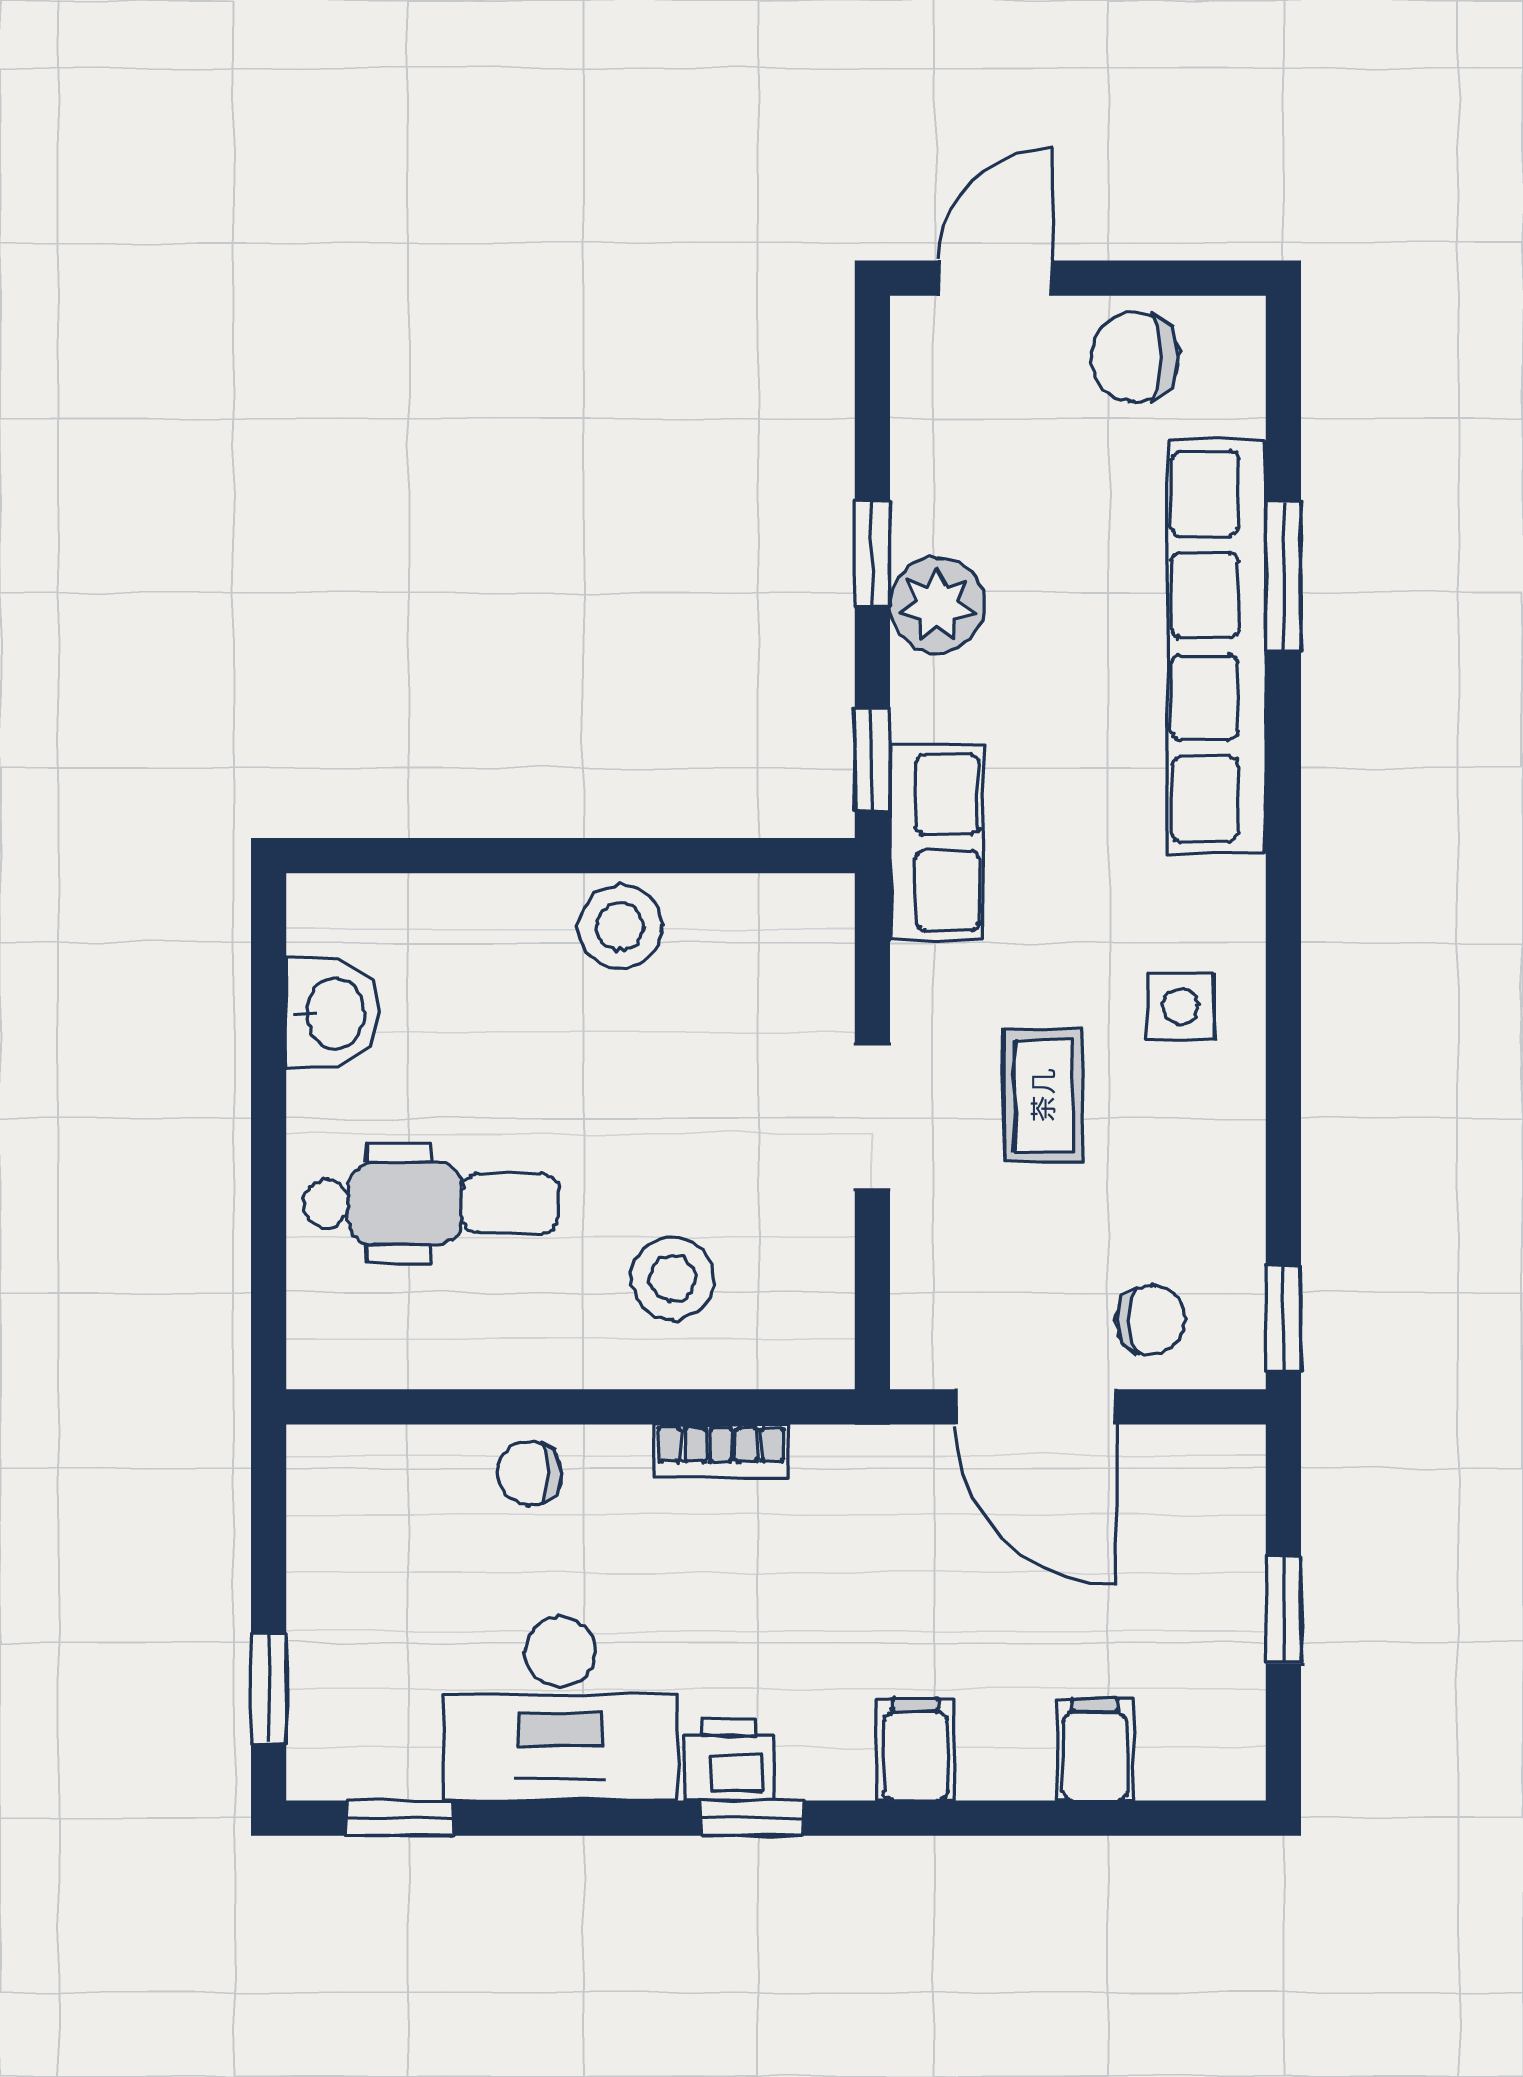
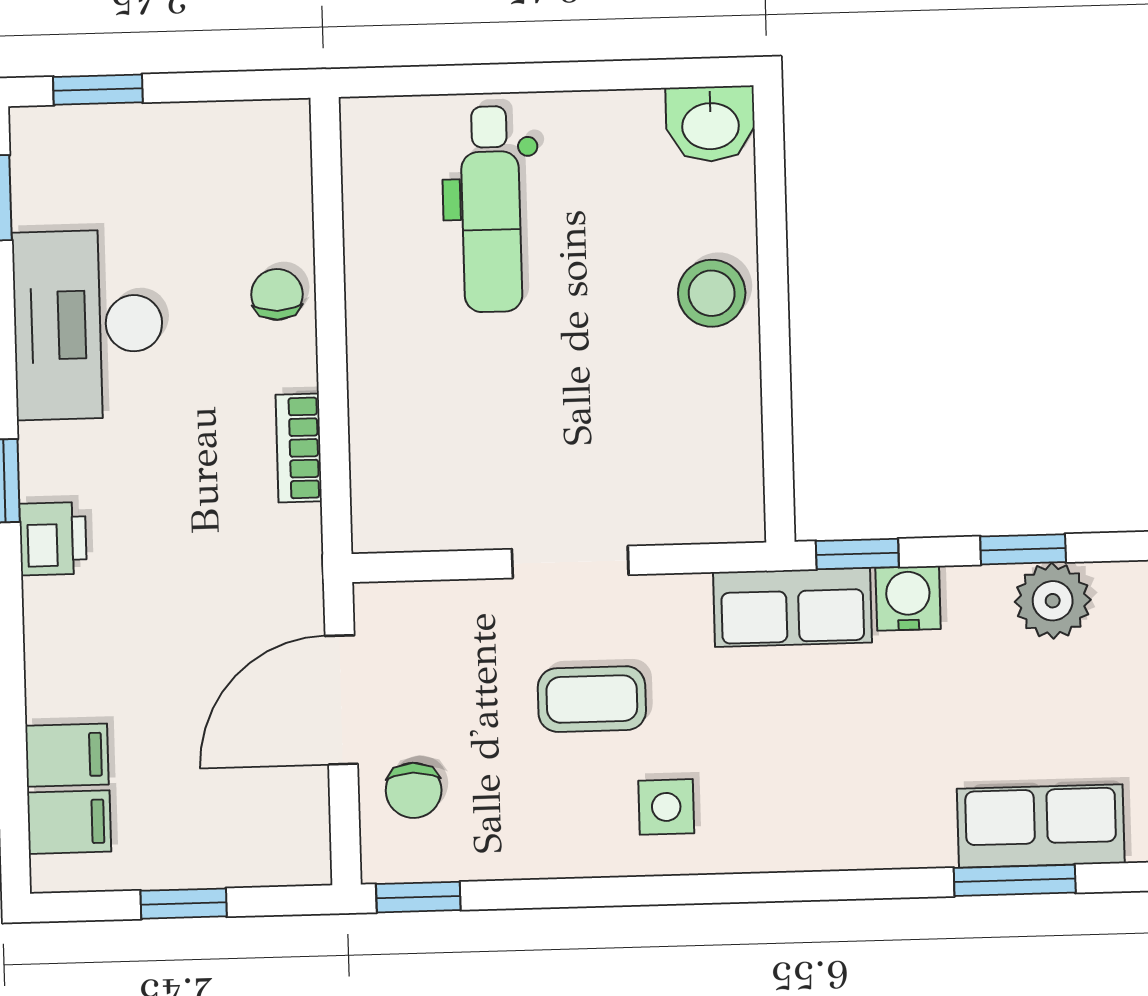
plant: (937, 605) -> (1053, 601), moved
row of seats: (1217, 646) -> (1041, 826), width x0.50
water cooler: (929, 699) -> (908, 598), added
stool: (620, 927) -> (712, 293), moved
washbasin: (332, 1013) -> (710, 124), moved
stool: (673, 1278) -> (436, 405), removed
filing cabinet: (915, 1749) -> (69, 822), moved
printer: (729, 1760) -> (53, 539), moved

